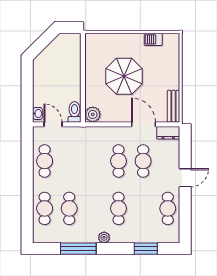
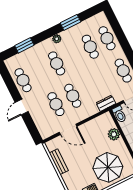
parasol: (124, 76) -> (108, 167), moved
bench: (174, 106) -> (59, 162), moved
plant: (93, 114) -> (114, 134), moved
dresser: (168, 133) -> (106, 103), moved
window: (78, 249) -> (70, 22), width x0.69

